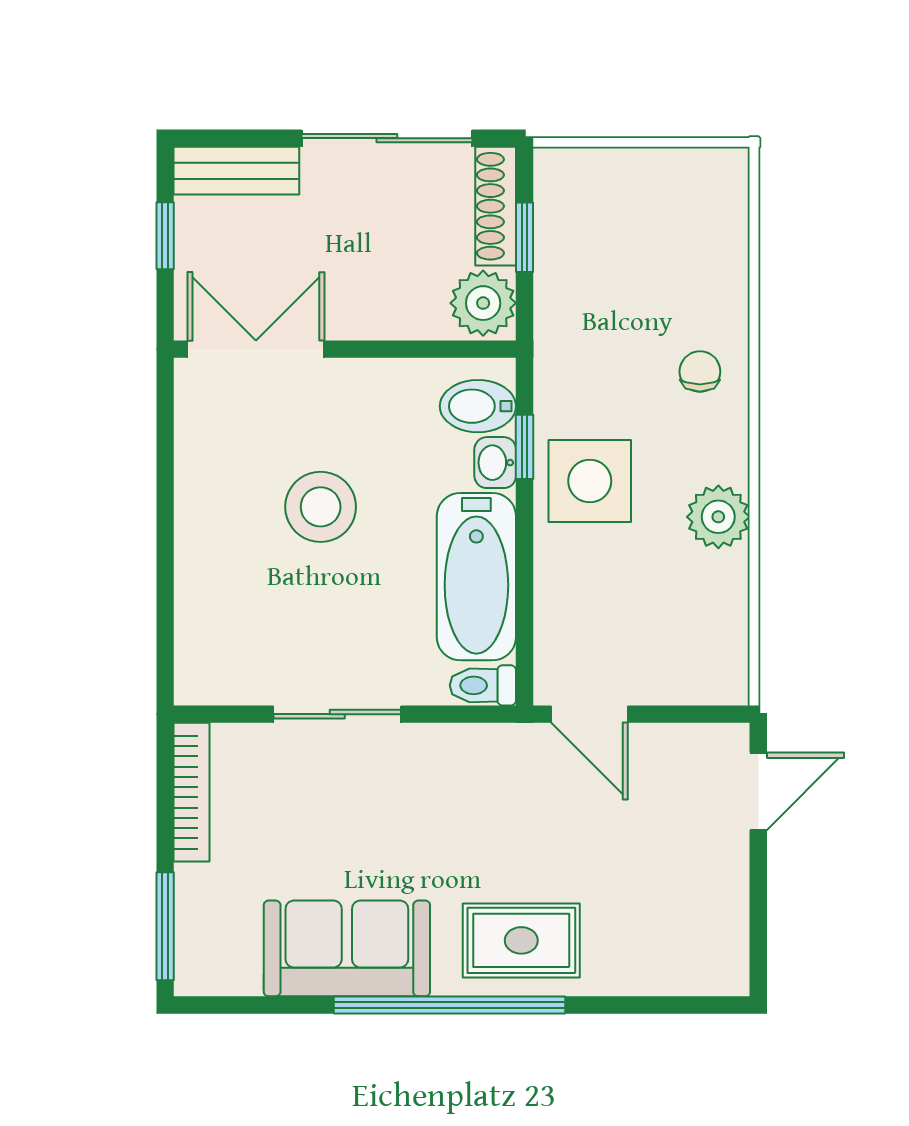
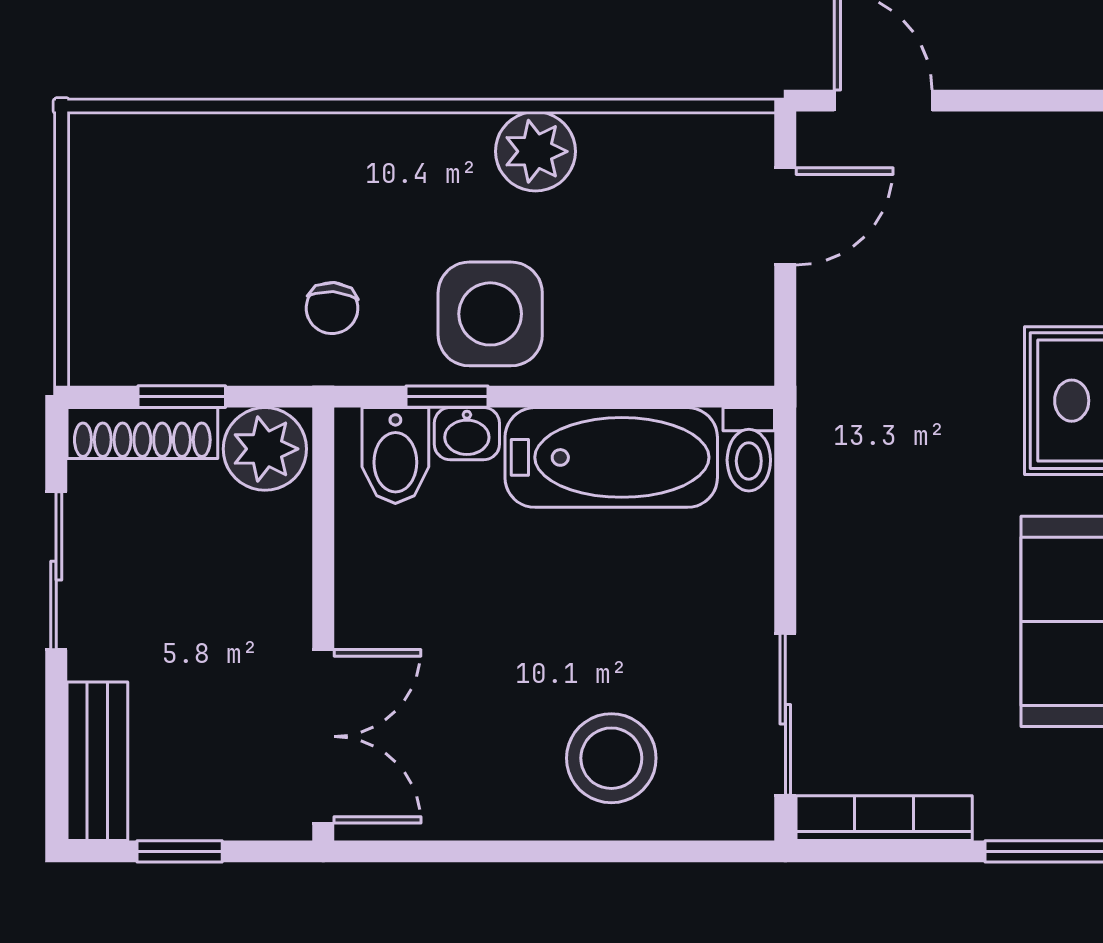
sliding door: (387, 138) -> (56, 571), width x0.73
double door: (256, 349) -> (323, 736), swing flipped
chair: (700, 372) -> (332, 308), moved, turned -86
stool: (321, 507) -> (611, 758), moved
sliding door: (337, 714) -> (785, 714), moved
door: (589, 714) -> (785, 216), moved

